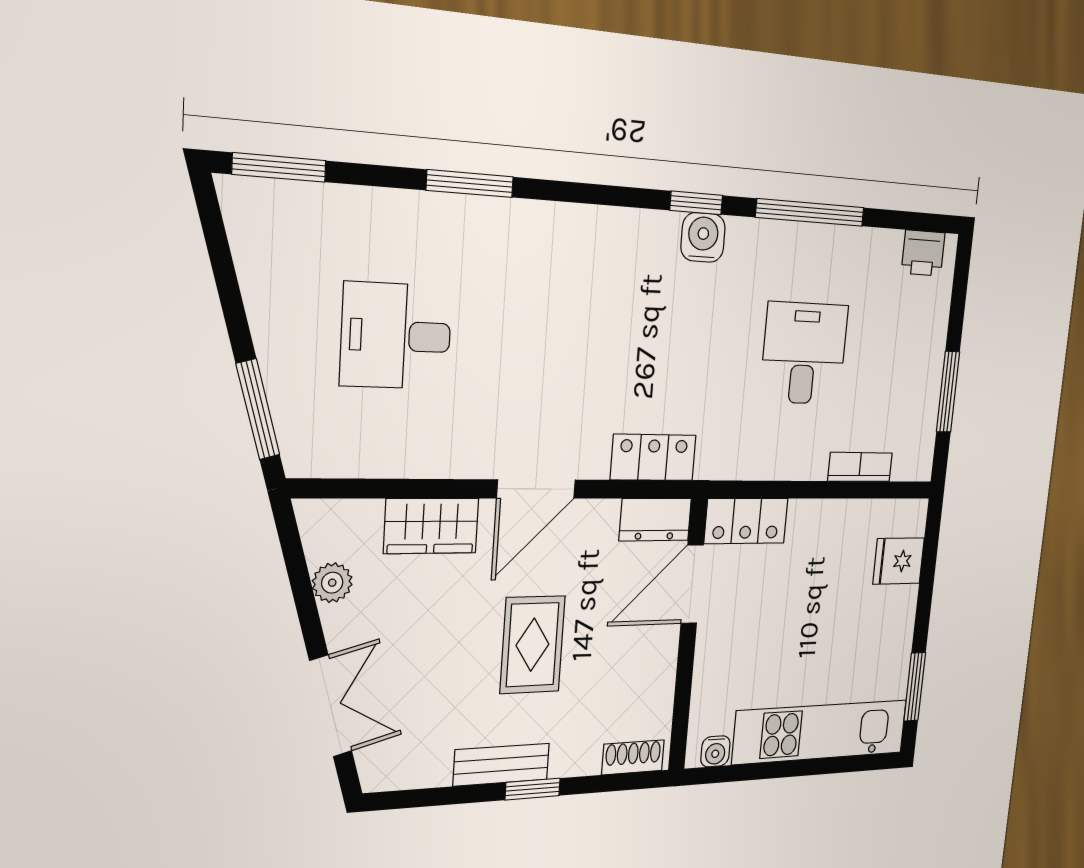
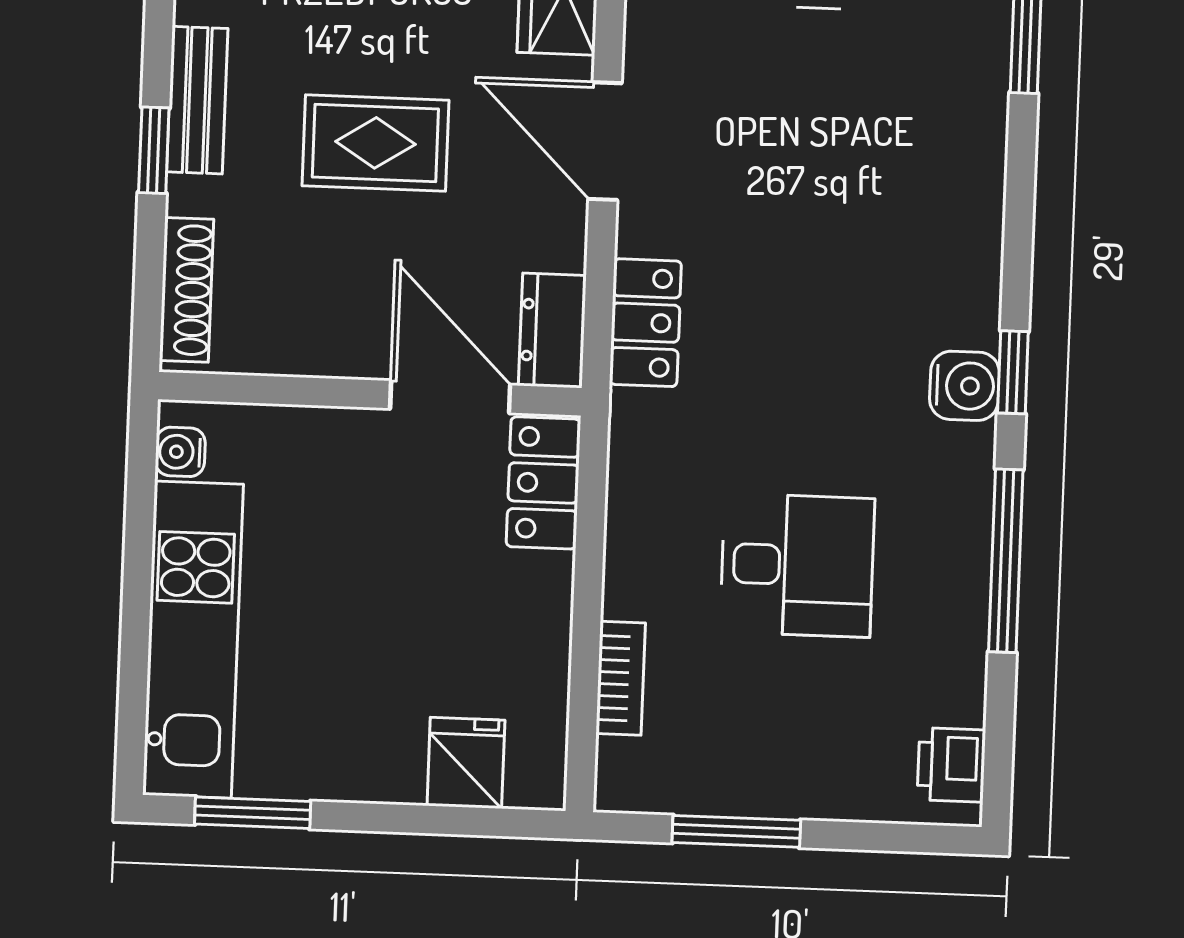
shoe rack: (633, 757) -> (186, 290), width x1.43

